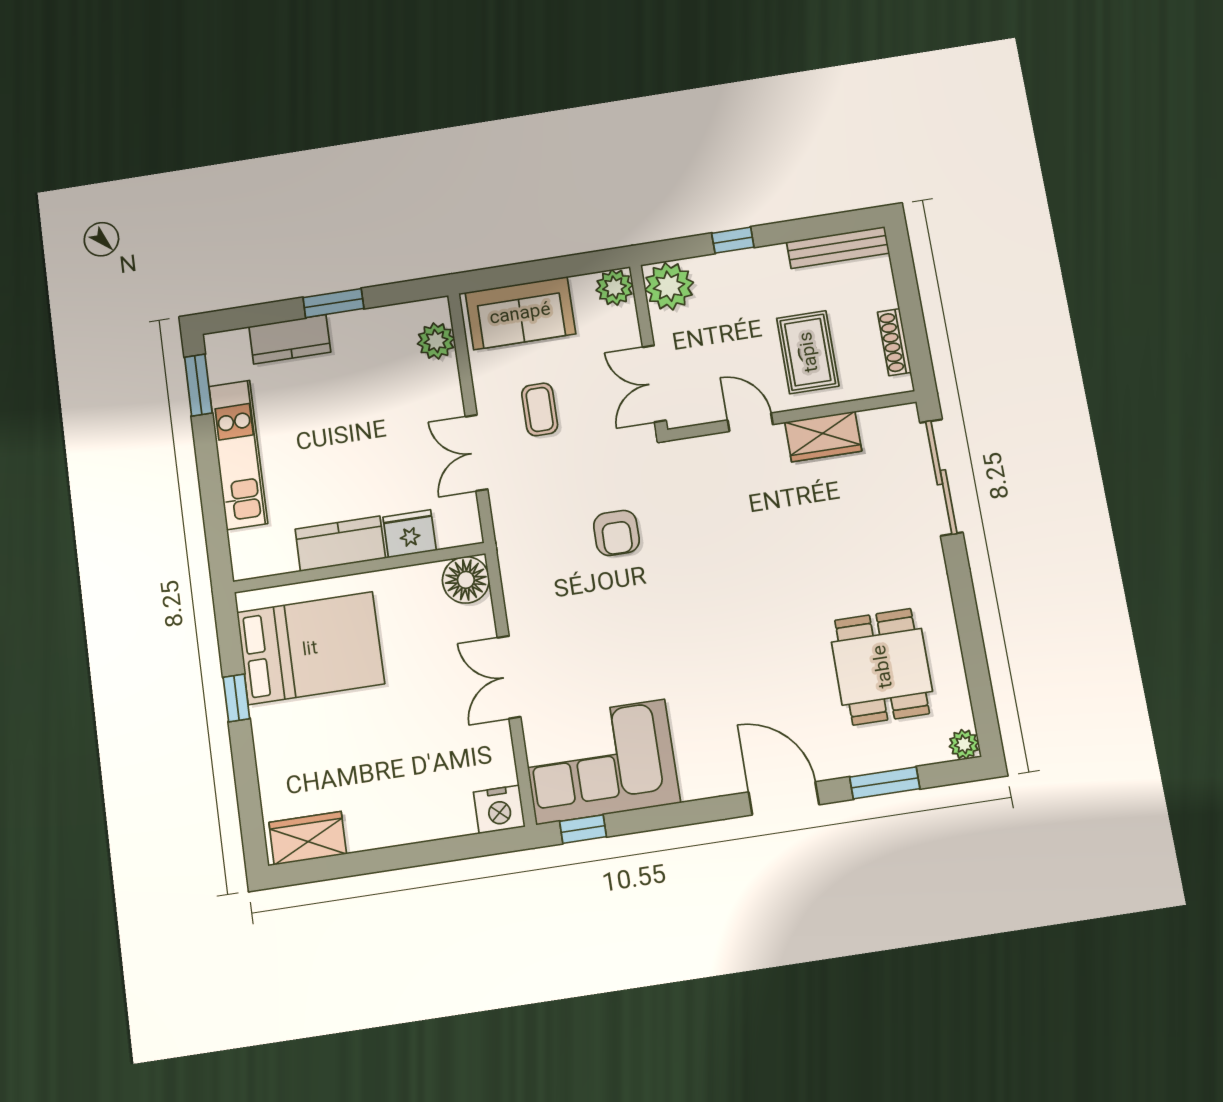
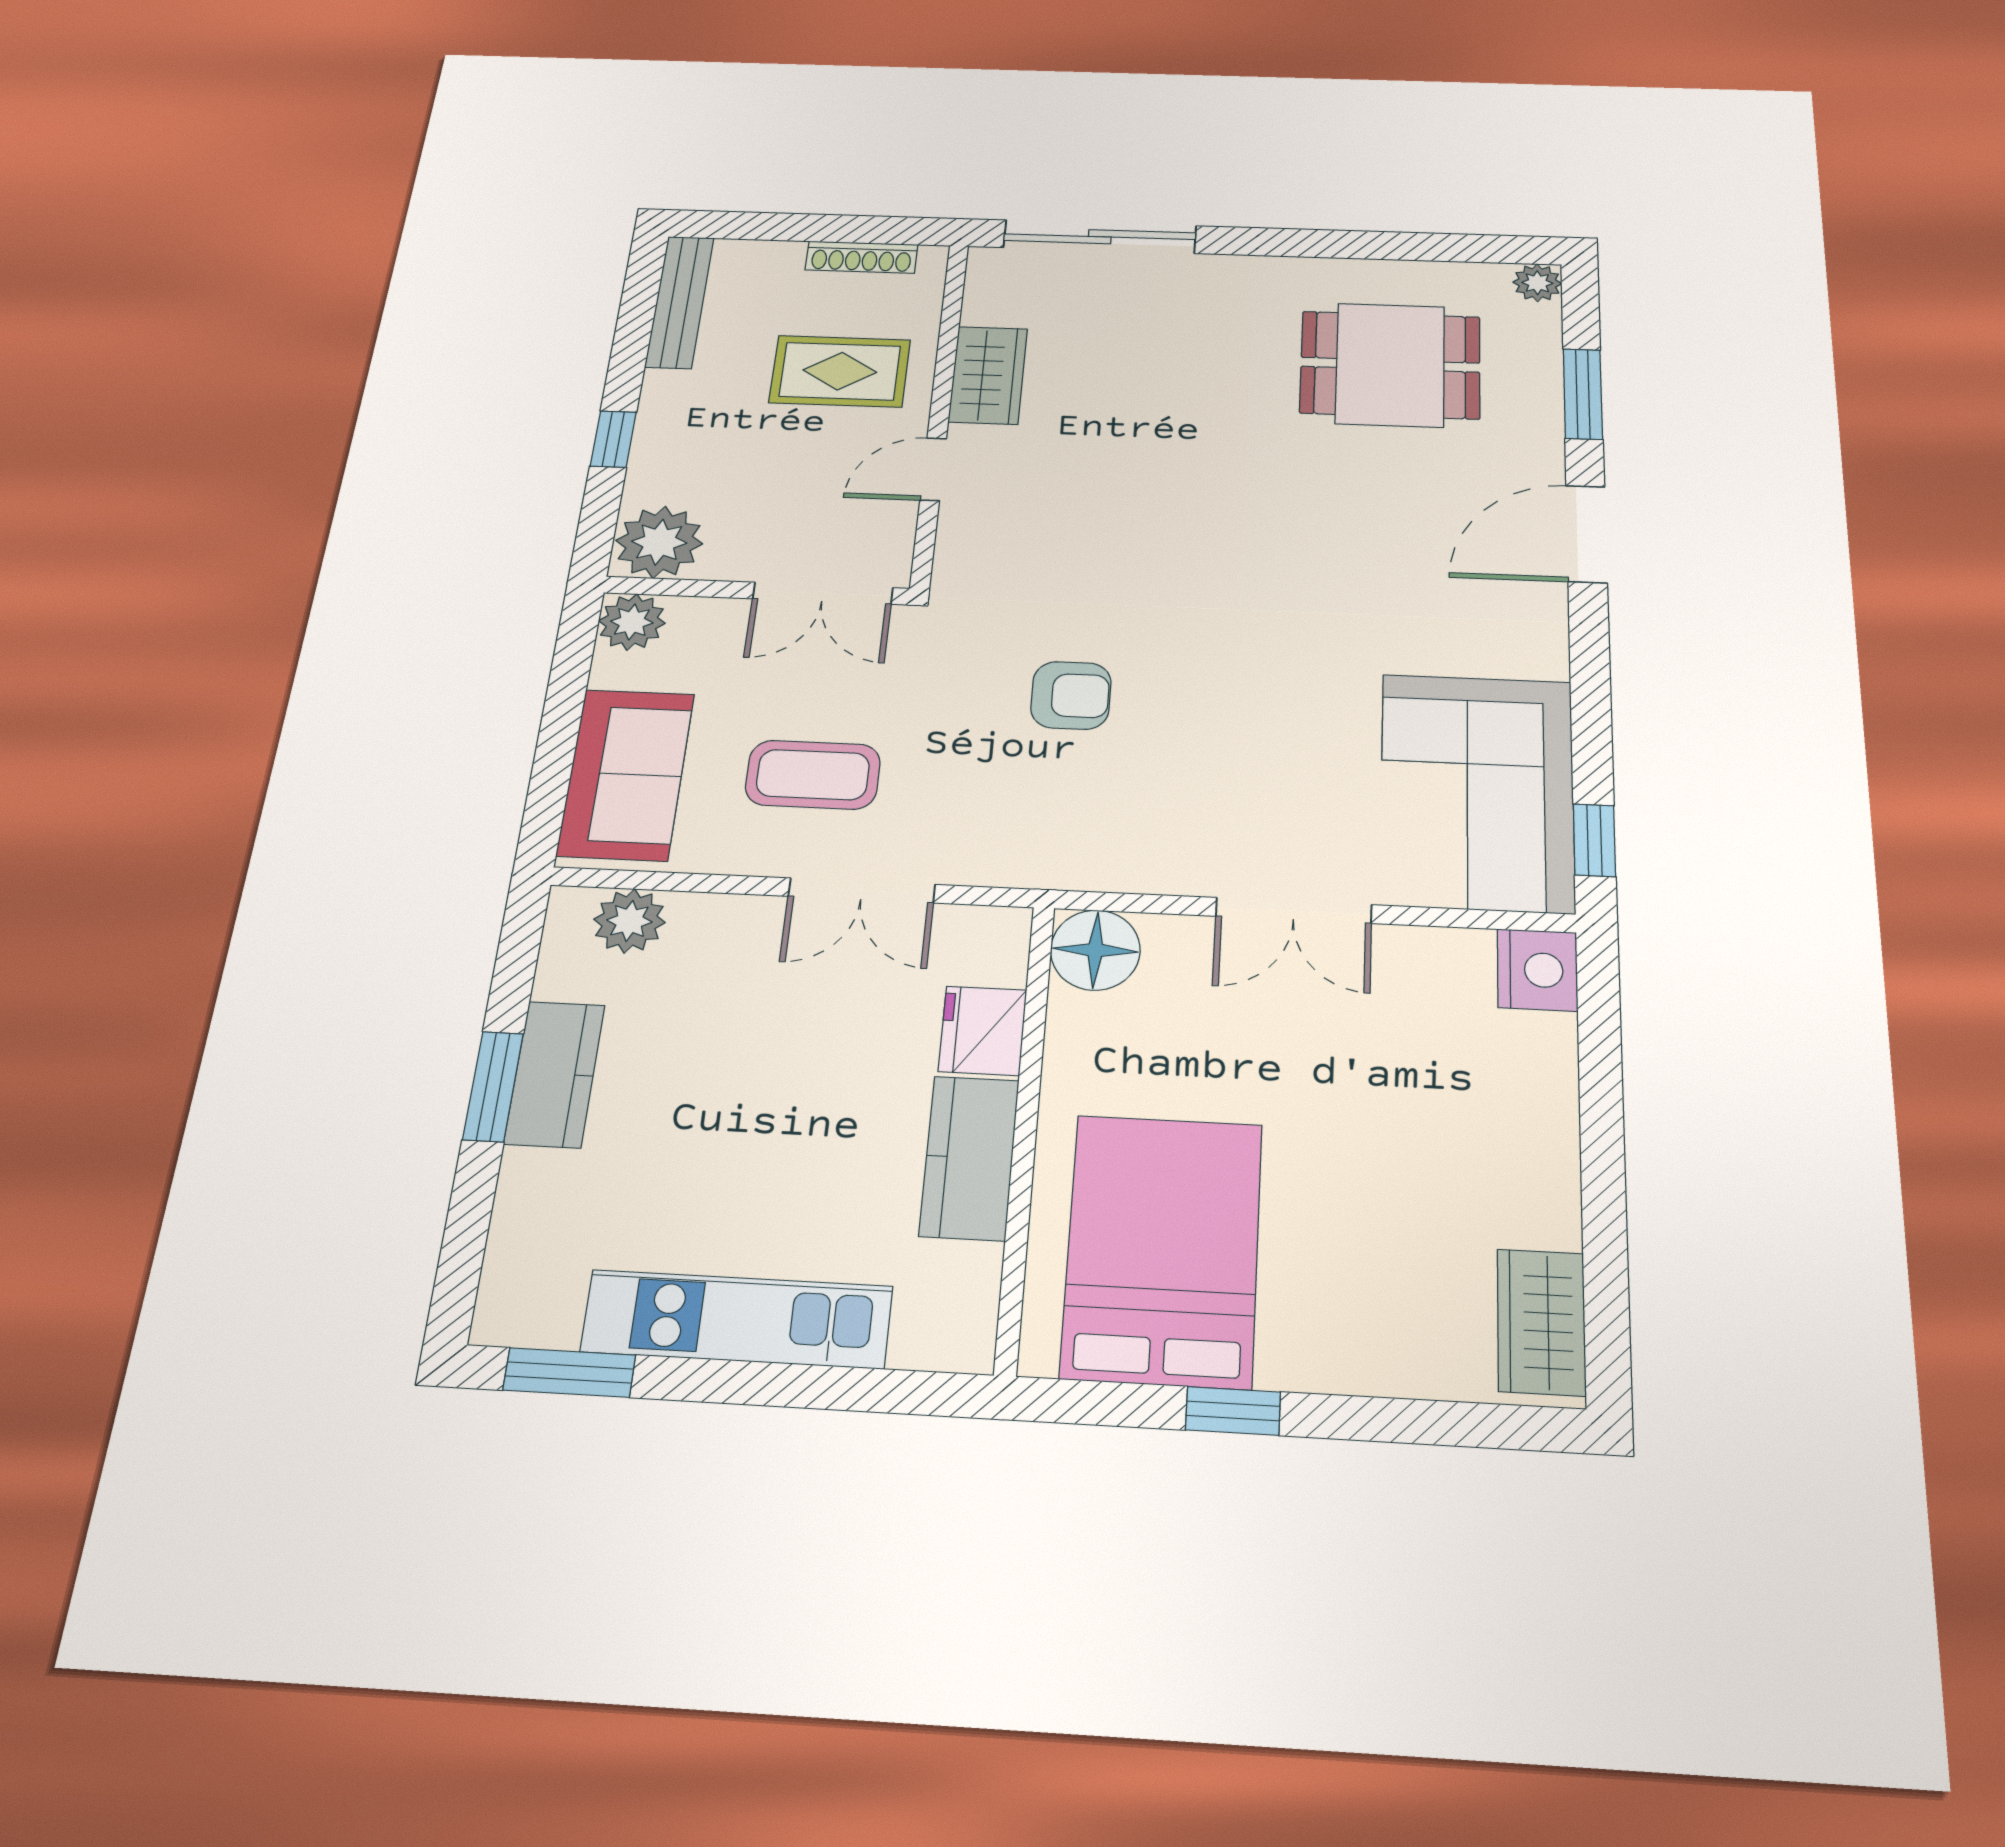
kitchen counter: (290, 339) -> (555, 1074), moved
coffee table: (540, 409) -> (813, 775), width x1.36, depth x1.30

